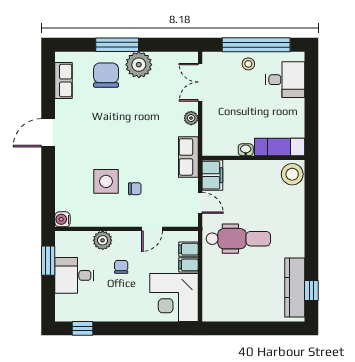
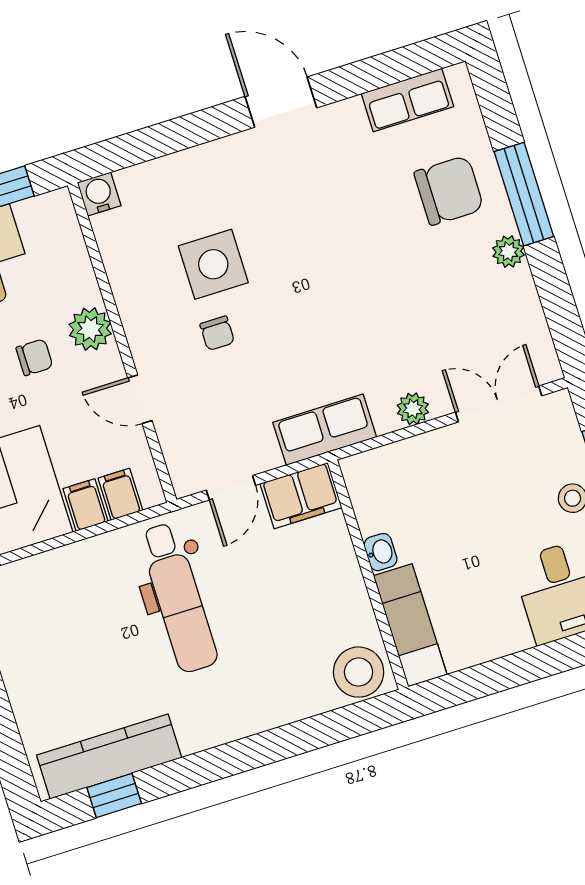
plant: (139, 65) -> (508, 252), width x0.53, depth x0.53
plant: (103, 240) -> (90, 329), moved

